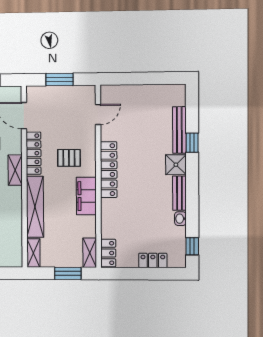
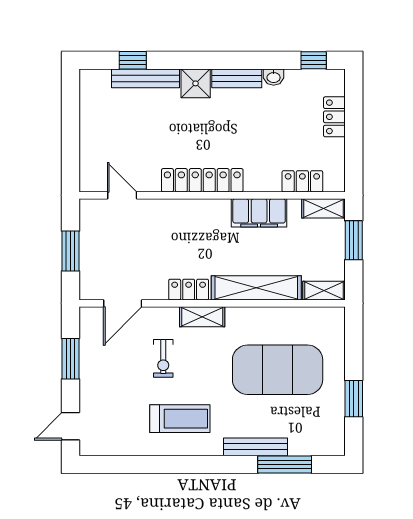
window: (192, 143) -> (133, 60), moved
locker: (34, 153) -> (189, 290), width x0.66
pallet: (69, 158) -> (185, 238), removed
filing cabinet: (86, 196) -> (259, 213), moved
locker: (108, 253) -> (302, 181), moved

